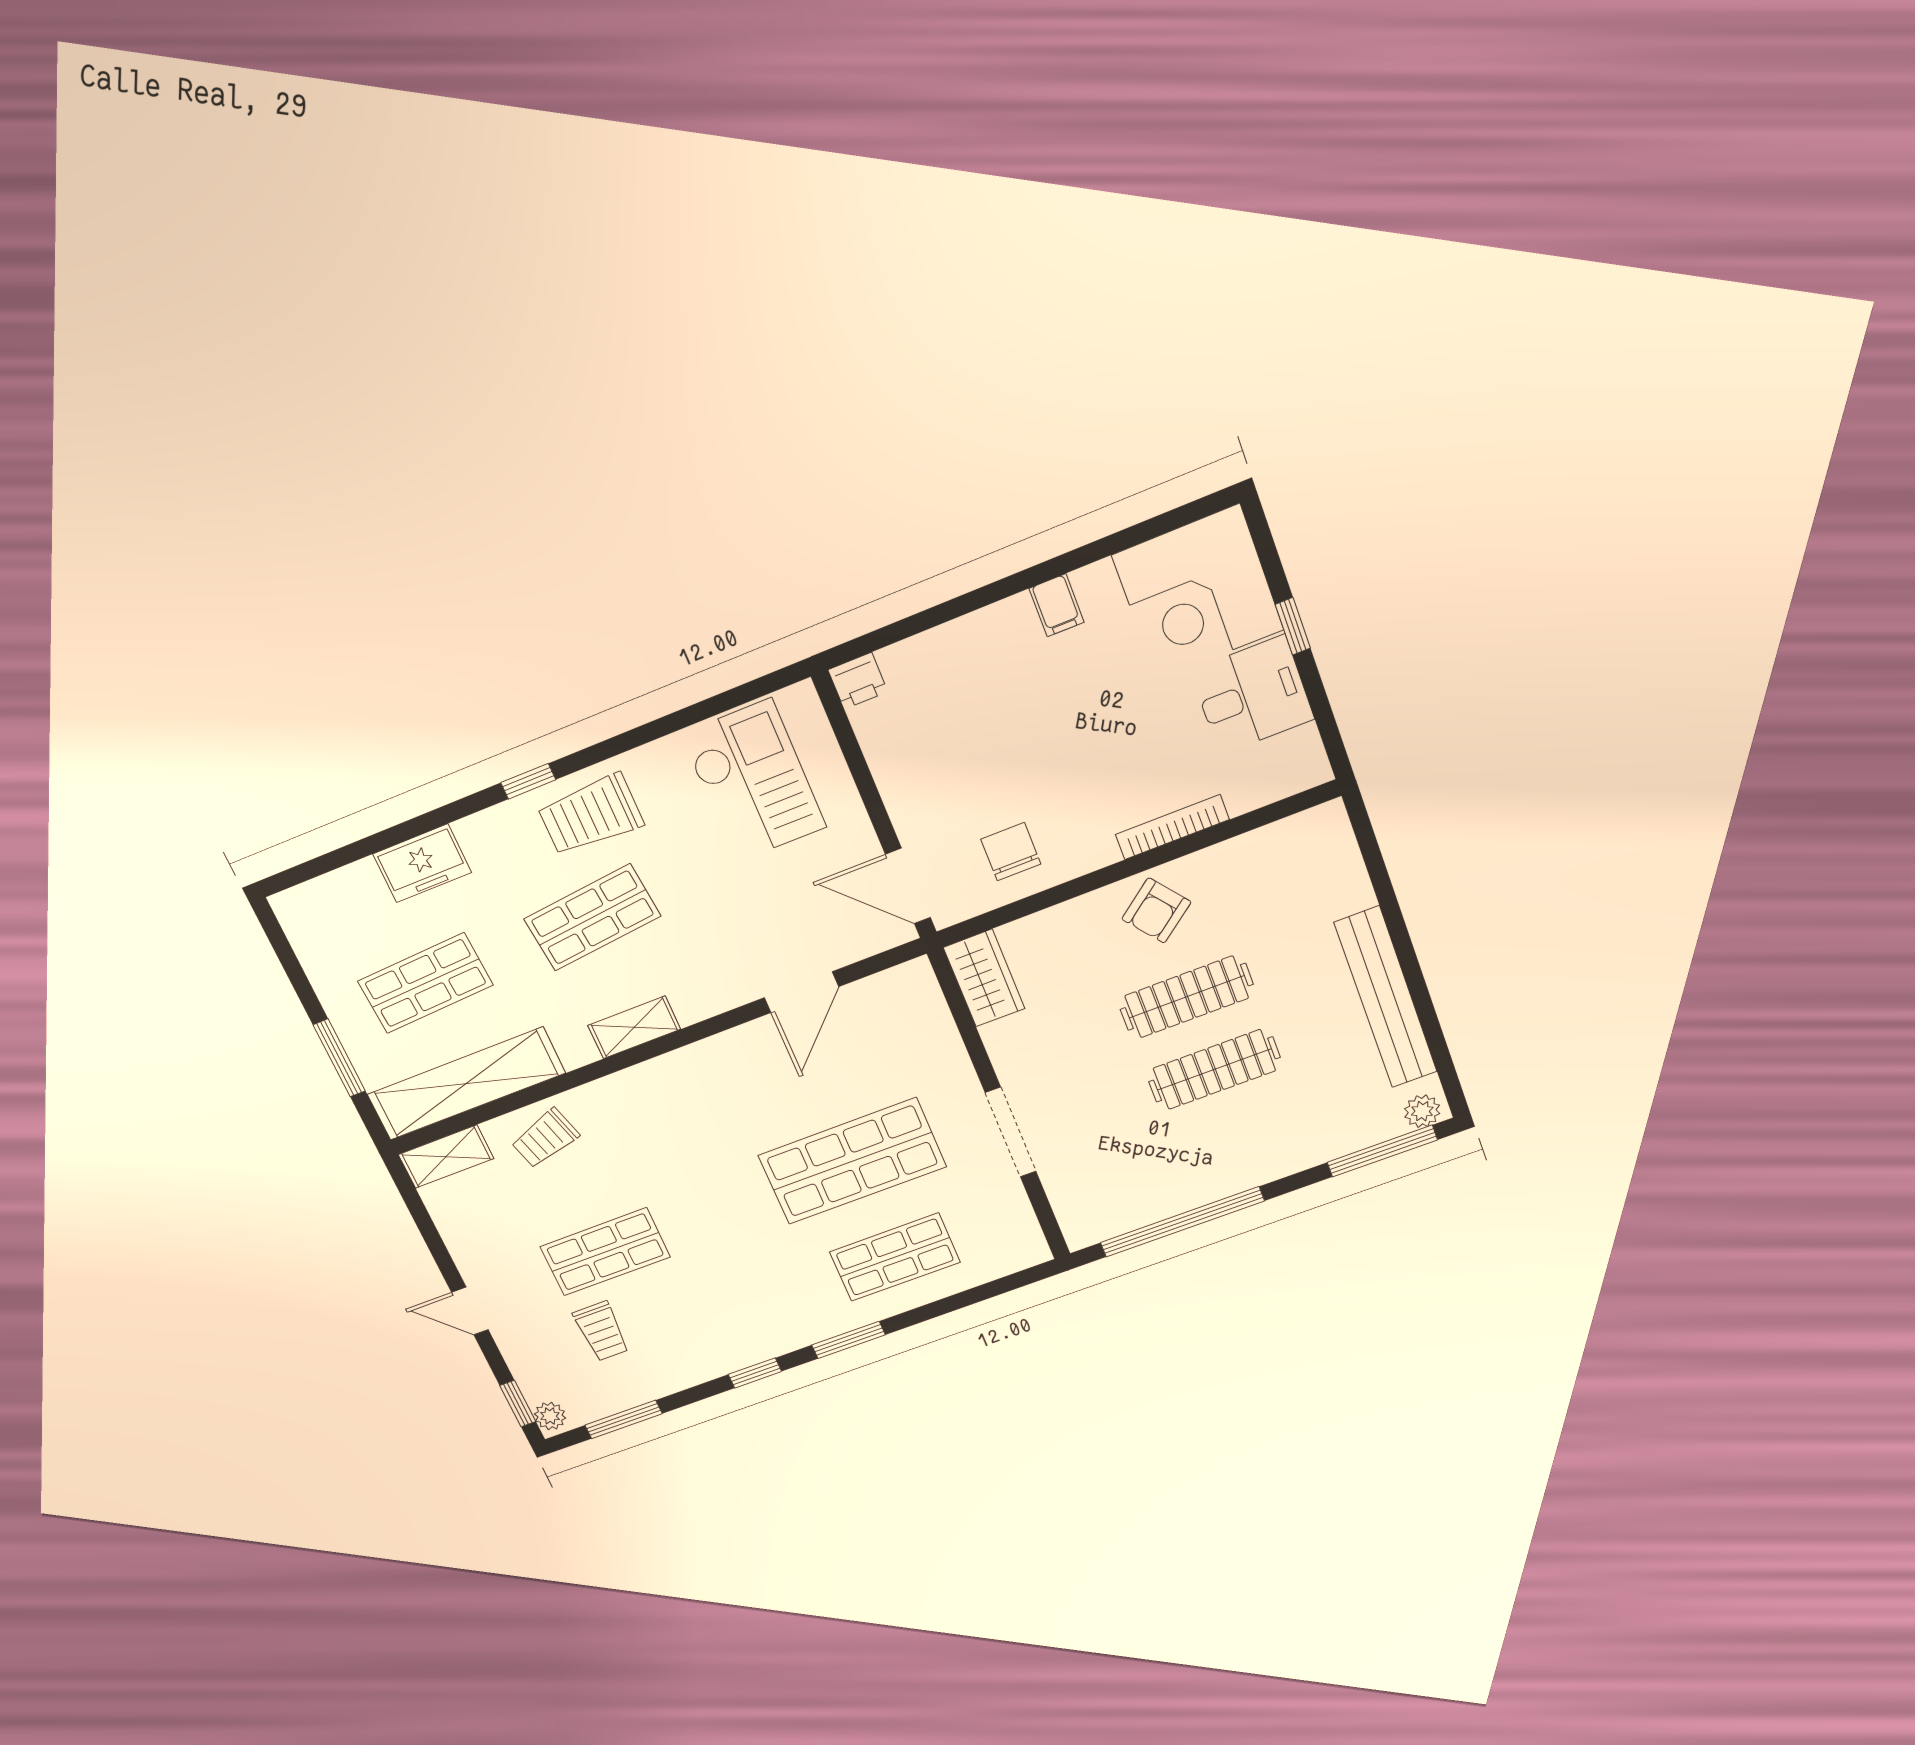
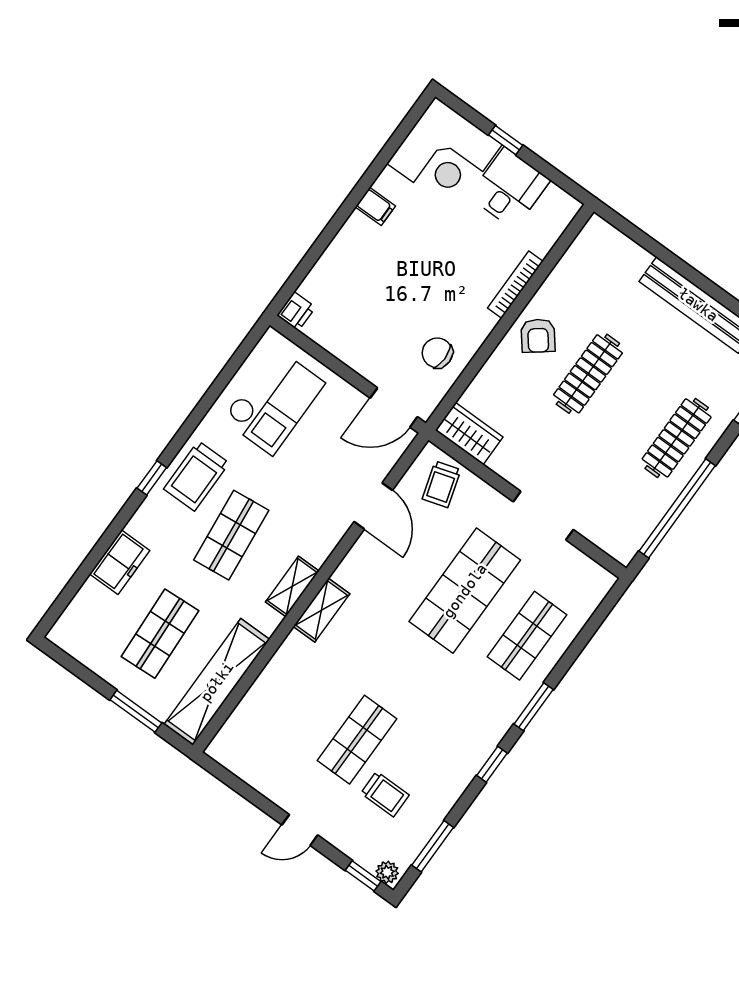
checkout: (753, 781) -> (274, 401), turned 90
clothes rail: (1214, 1069) -> (677, 438), moved
trolley: (545, 1138) -> (442, 484), moved
shelving: (446, 1157) -> (322, 610), moved

